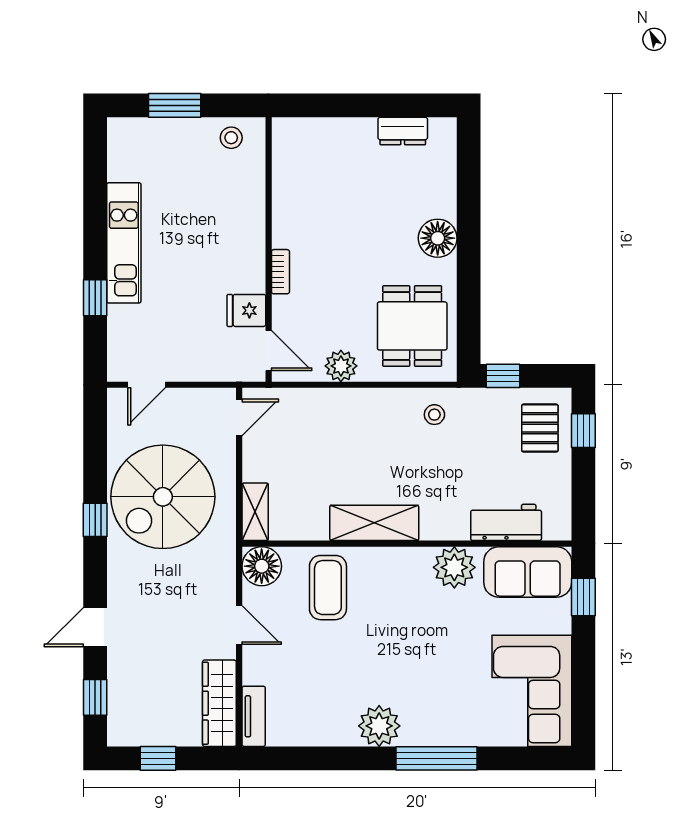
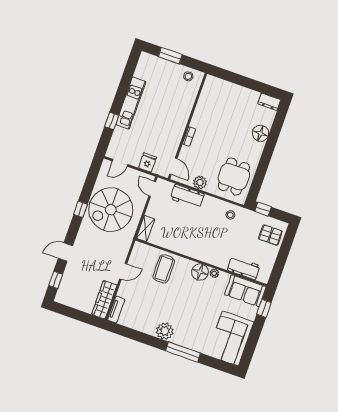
dresser: (403, 131) -> (269, 102), moved
floor lamp: (438, 238) -> (261, 133), moved
fridge: (246, 310) -> (147, 162), moved, turned 90
workbench: (324, 407) -> (187, 196), added
door: (239, 417) -> (152, 189), swing flipped
pallet: (540, 428) -> (270, 235), turned 90
window: (583, 431) -> (287, 242), removed
shelving: (374, 523) -> (191, 250), removed
floor lamp: (262, 566) -> (200, 272), moved
plant: (454, 567) -> (214, 273), width x0.53, depth x0.53
door: (239, 625) -> (123, 271), hinge flipped
window: (158, 758) -> (72, 313), removed

